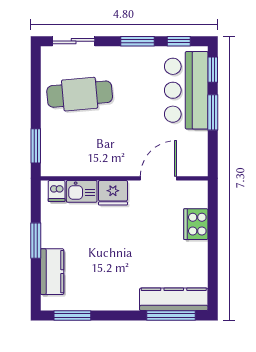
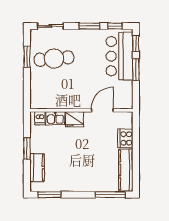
window: (36, 146) -> (27, 57), moved
kitchen counter: (174, 299) -> (126, 170), moved, turned -90

